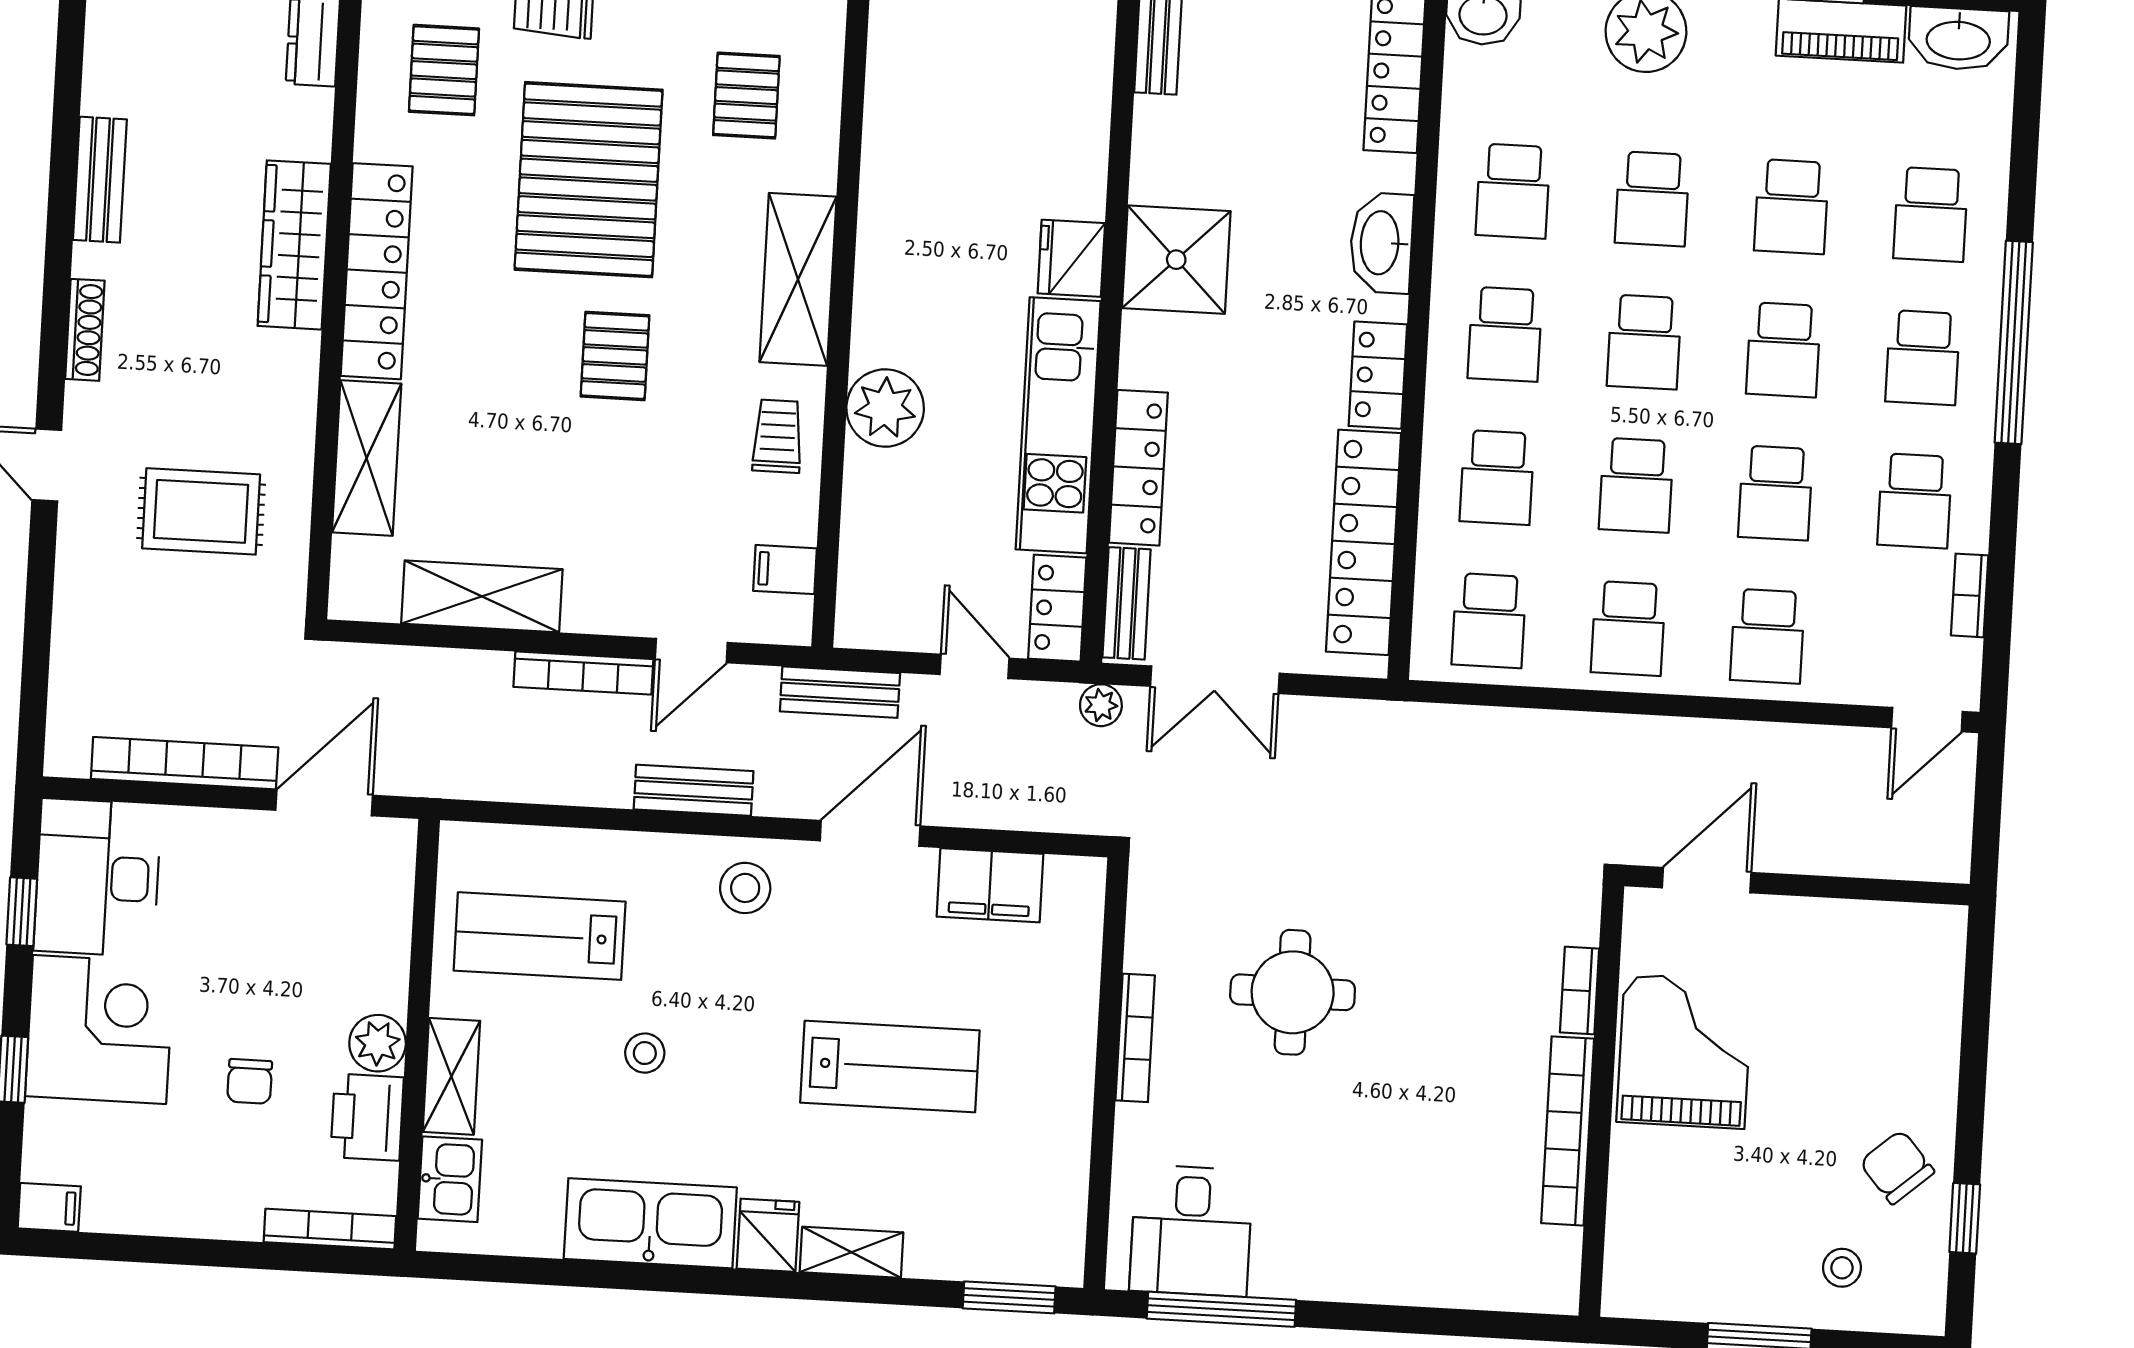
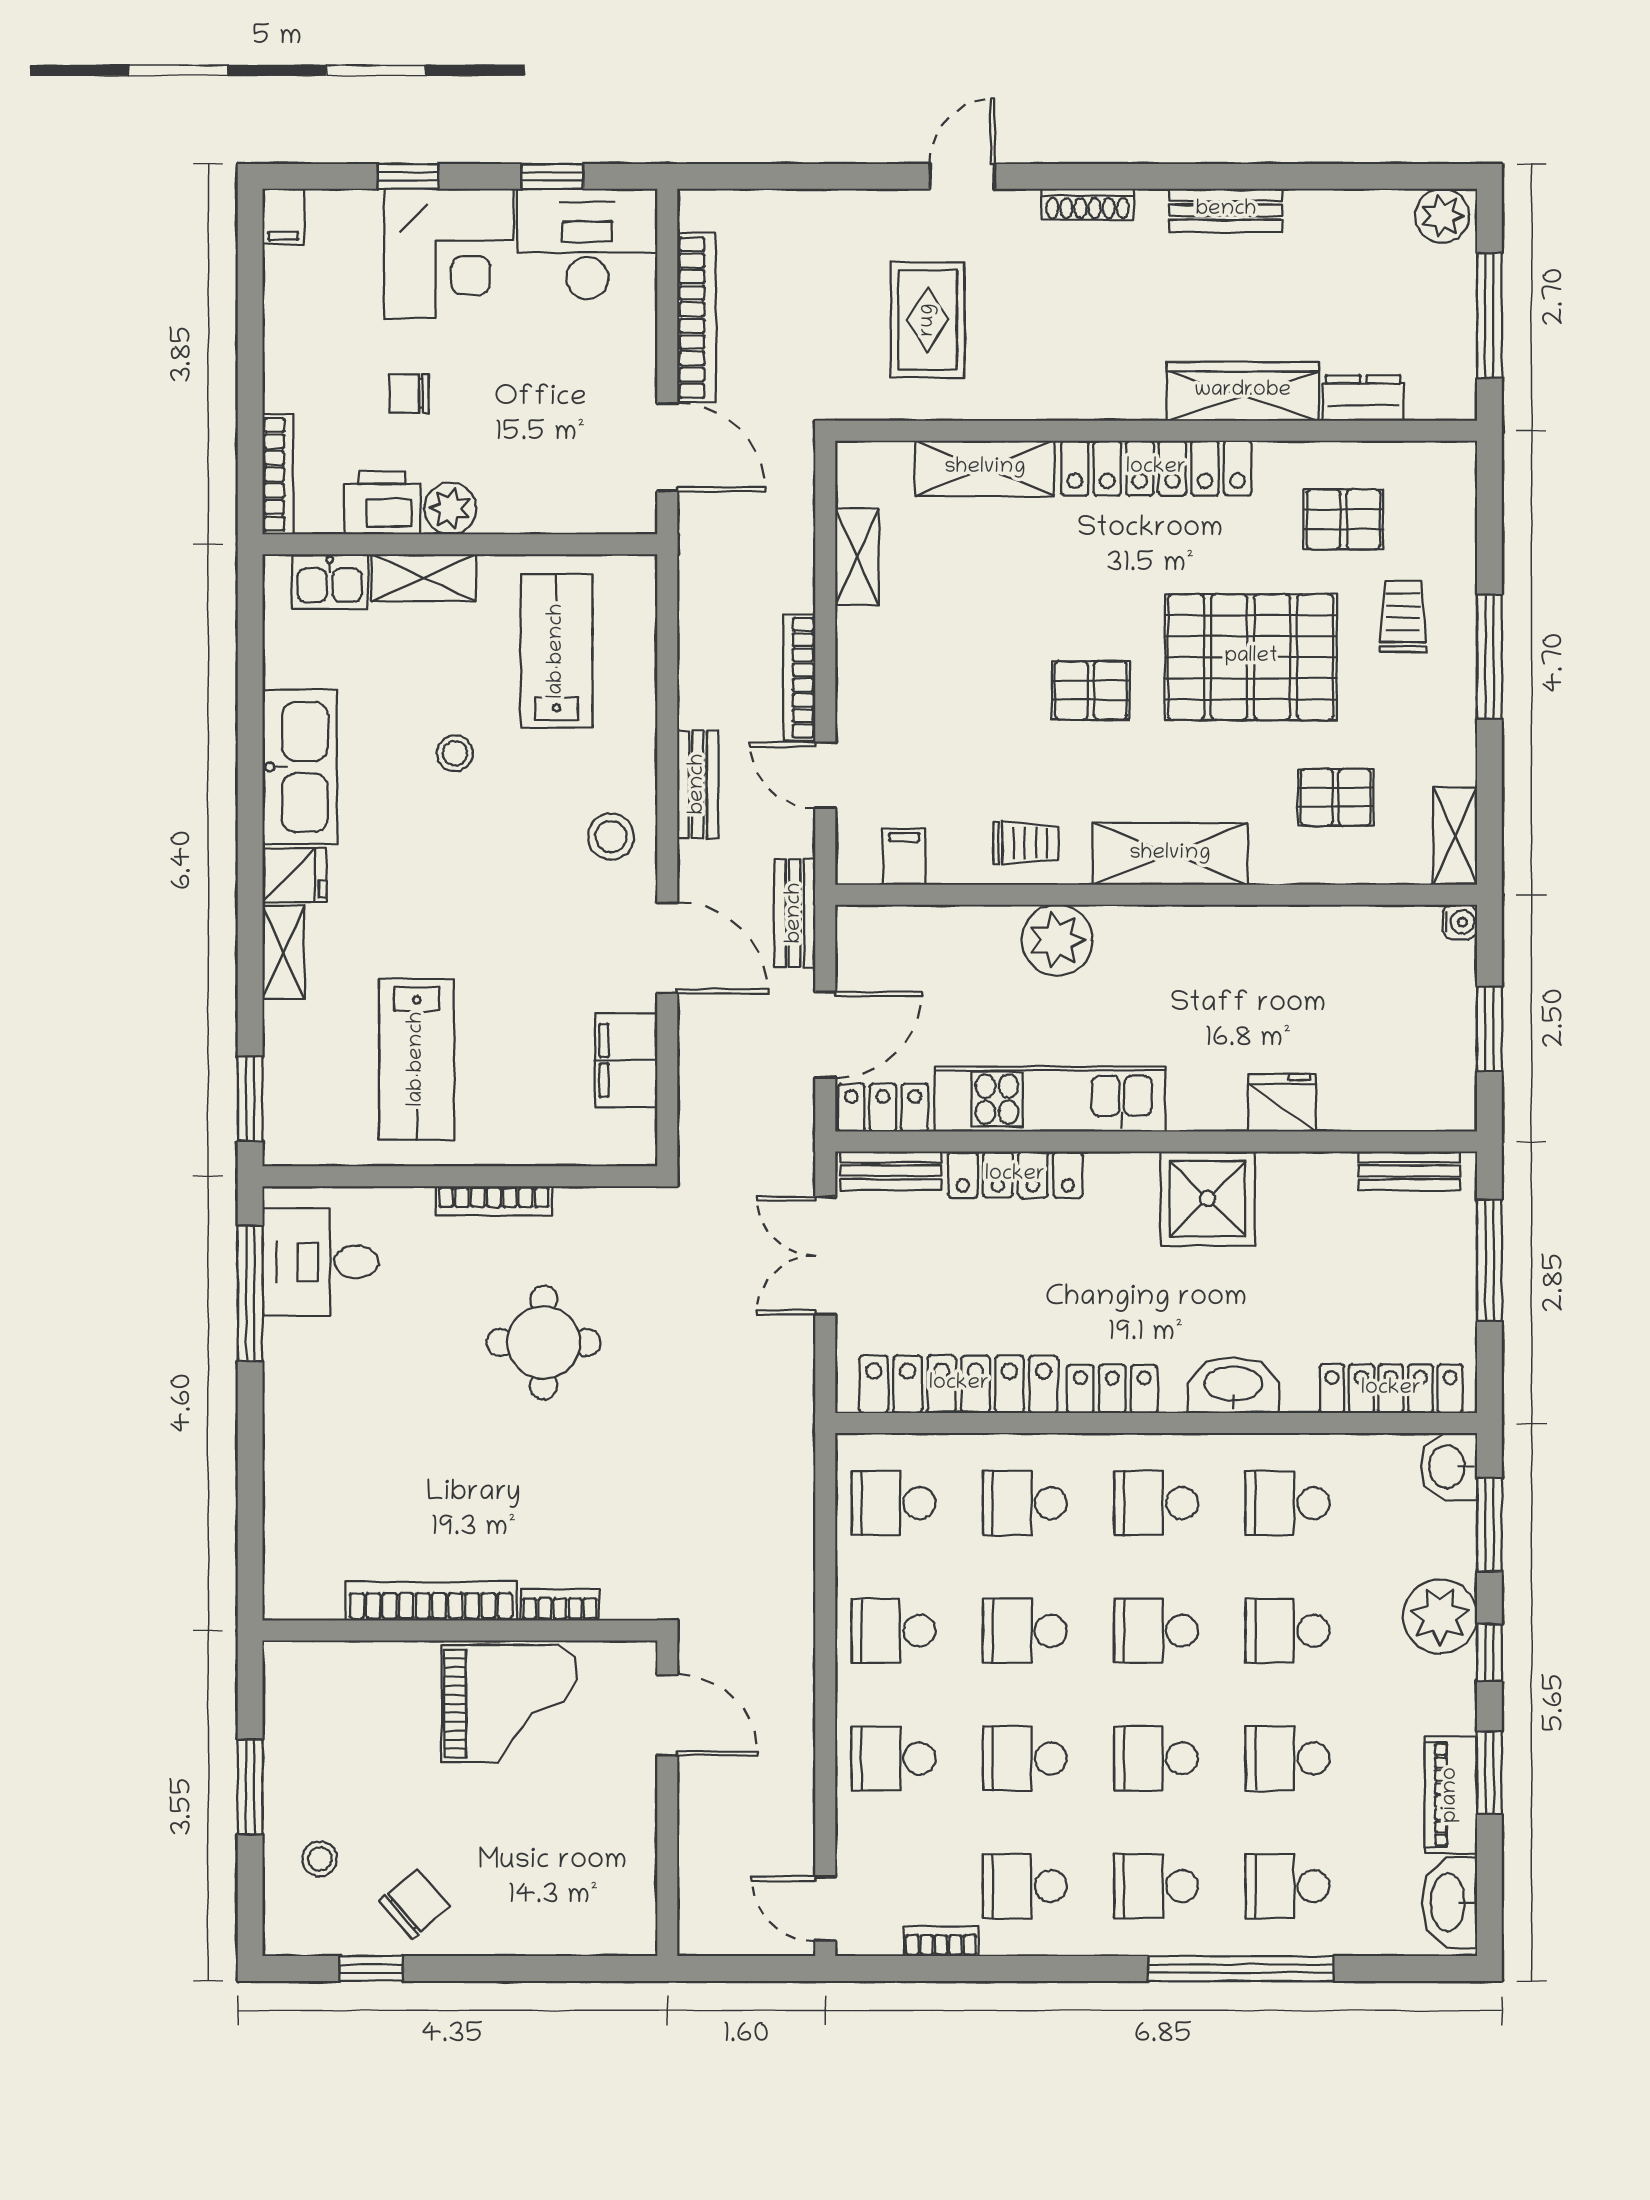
wardrobe: (294, 245) -> (1243, 391), moved
fridge: (1071, 258) -> (1282, 1103), moved
window: (2014, 342) -> (1241, 1969), moved
shelving: (482, 596) -> (857, 557), width x0.67, depth x0.75
door: (975, 666) -> (825, 1035), width x1.38
plant: (1101, 705) -> (796, 1153), removed
lab bench: (890, 1067) -> (417, 1059), moved

